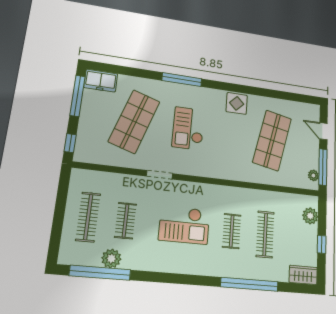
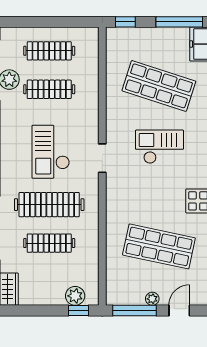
doorway: (159, 175) -> (102, 158), moved
plant: (313, 175) -> (152, 299), moved
clothes rail: (126, 221) -> (49, 89), width x1.36
clothes rail: (232, 231) -> (49, 205), width x1.86, depth x1.31
window: (322, 244) -> (79, 311), moved

